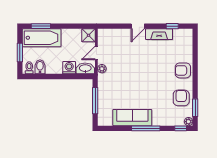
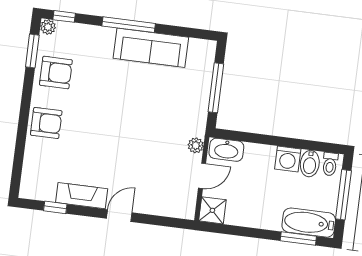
bathtub: (42, 38) -> (309, 223), width x0.73, depth x0.73
window: (20, 53) -> (343, 195), width x1.44
washing machine: (69, 68) -> (288, 159), moved
armchair: (181, 98) -> (56, 72), turned -90

